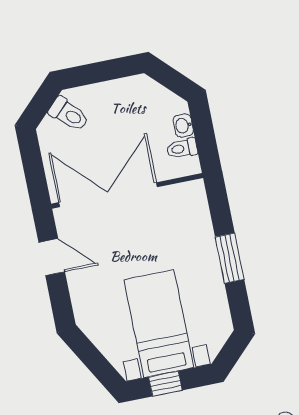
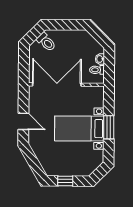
door: (52, 257) -> (23, 121), moved
bed with nightstands: (159, 324) -> (79, 128), moved, turned -90

